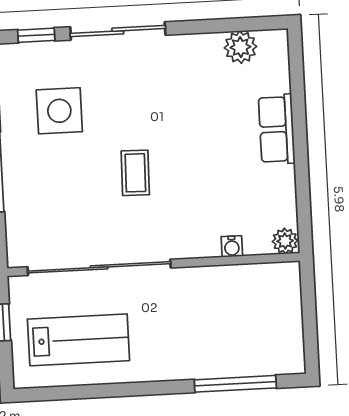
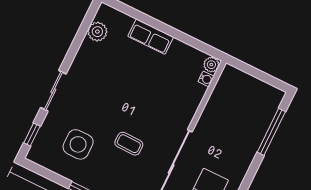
sliding door: (118, 31) -> (53, 91), width x0.73
coffee table: (135, 173) -> (129, 144), moved
water cooler: (232, 246) -> (206, 79), moved

